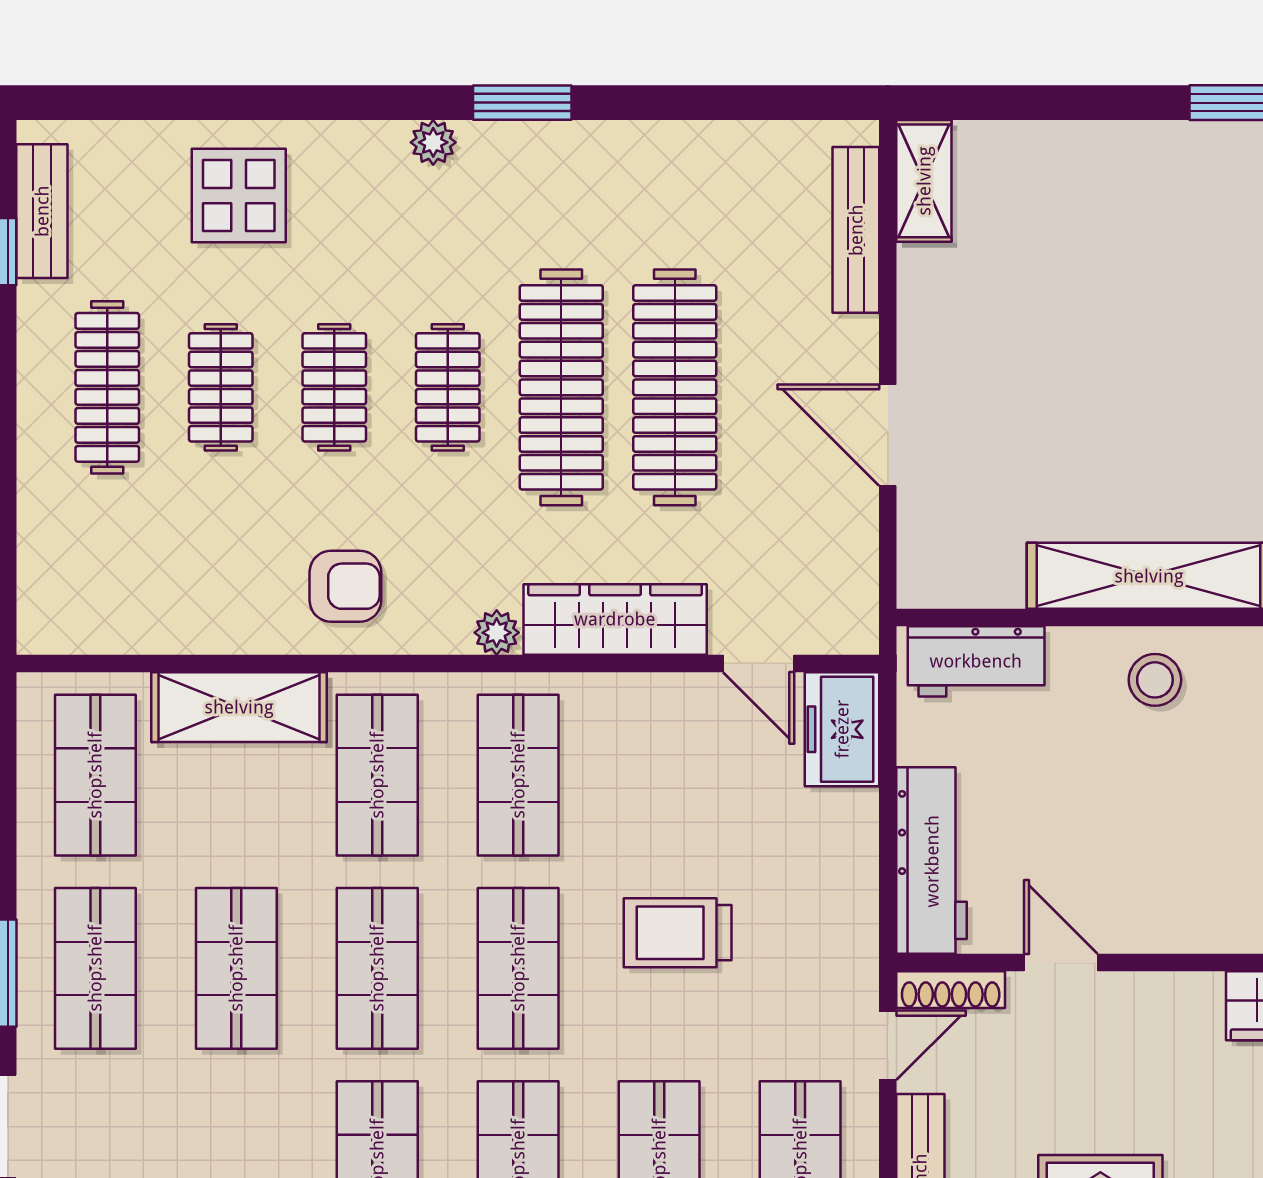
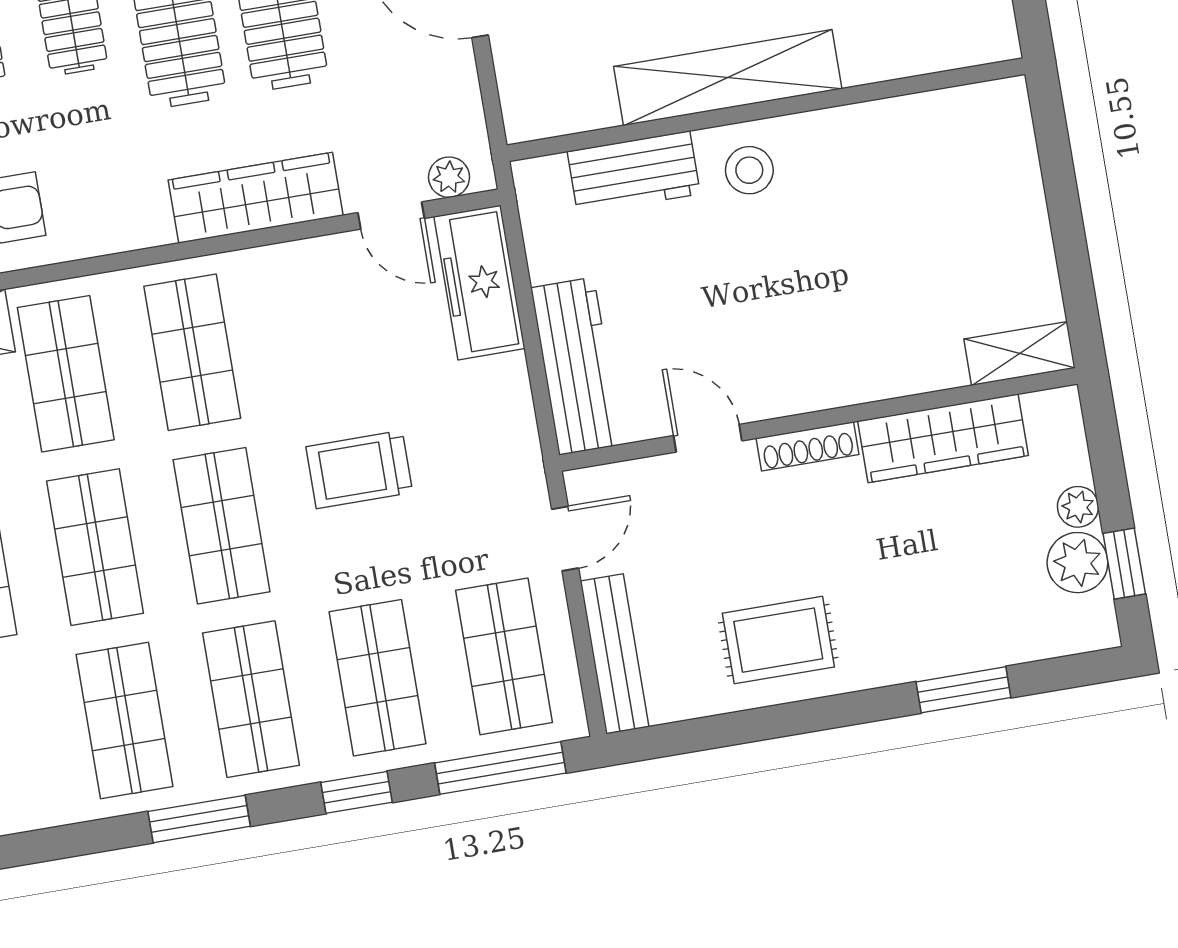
plant: (497, 633) -> (449, 177), moved
workbench: (976, 661) -> (634, 173), moved
freezer: (842, 729) -> (479, 283), width x1.40
shoe rack: (951, 990) -> (808, 446), moved

